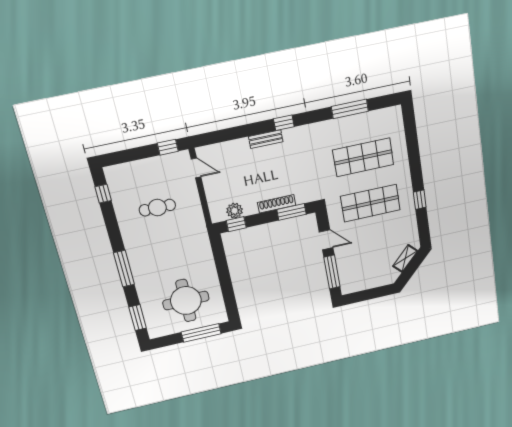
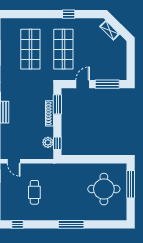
door: (196, 168) -> (14, 161), swing flipped
window: (138, 318) -> (108, 224), removed

